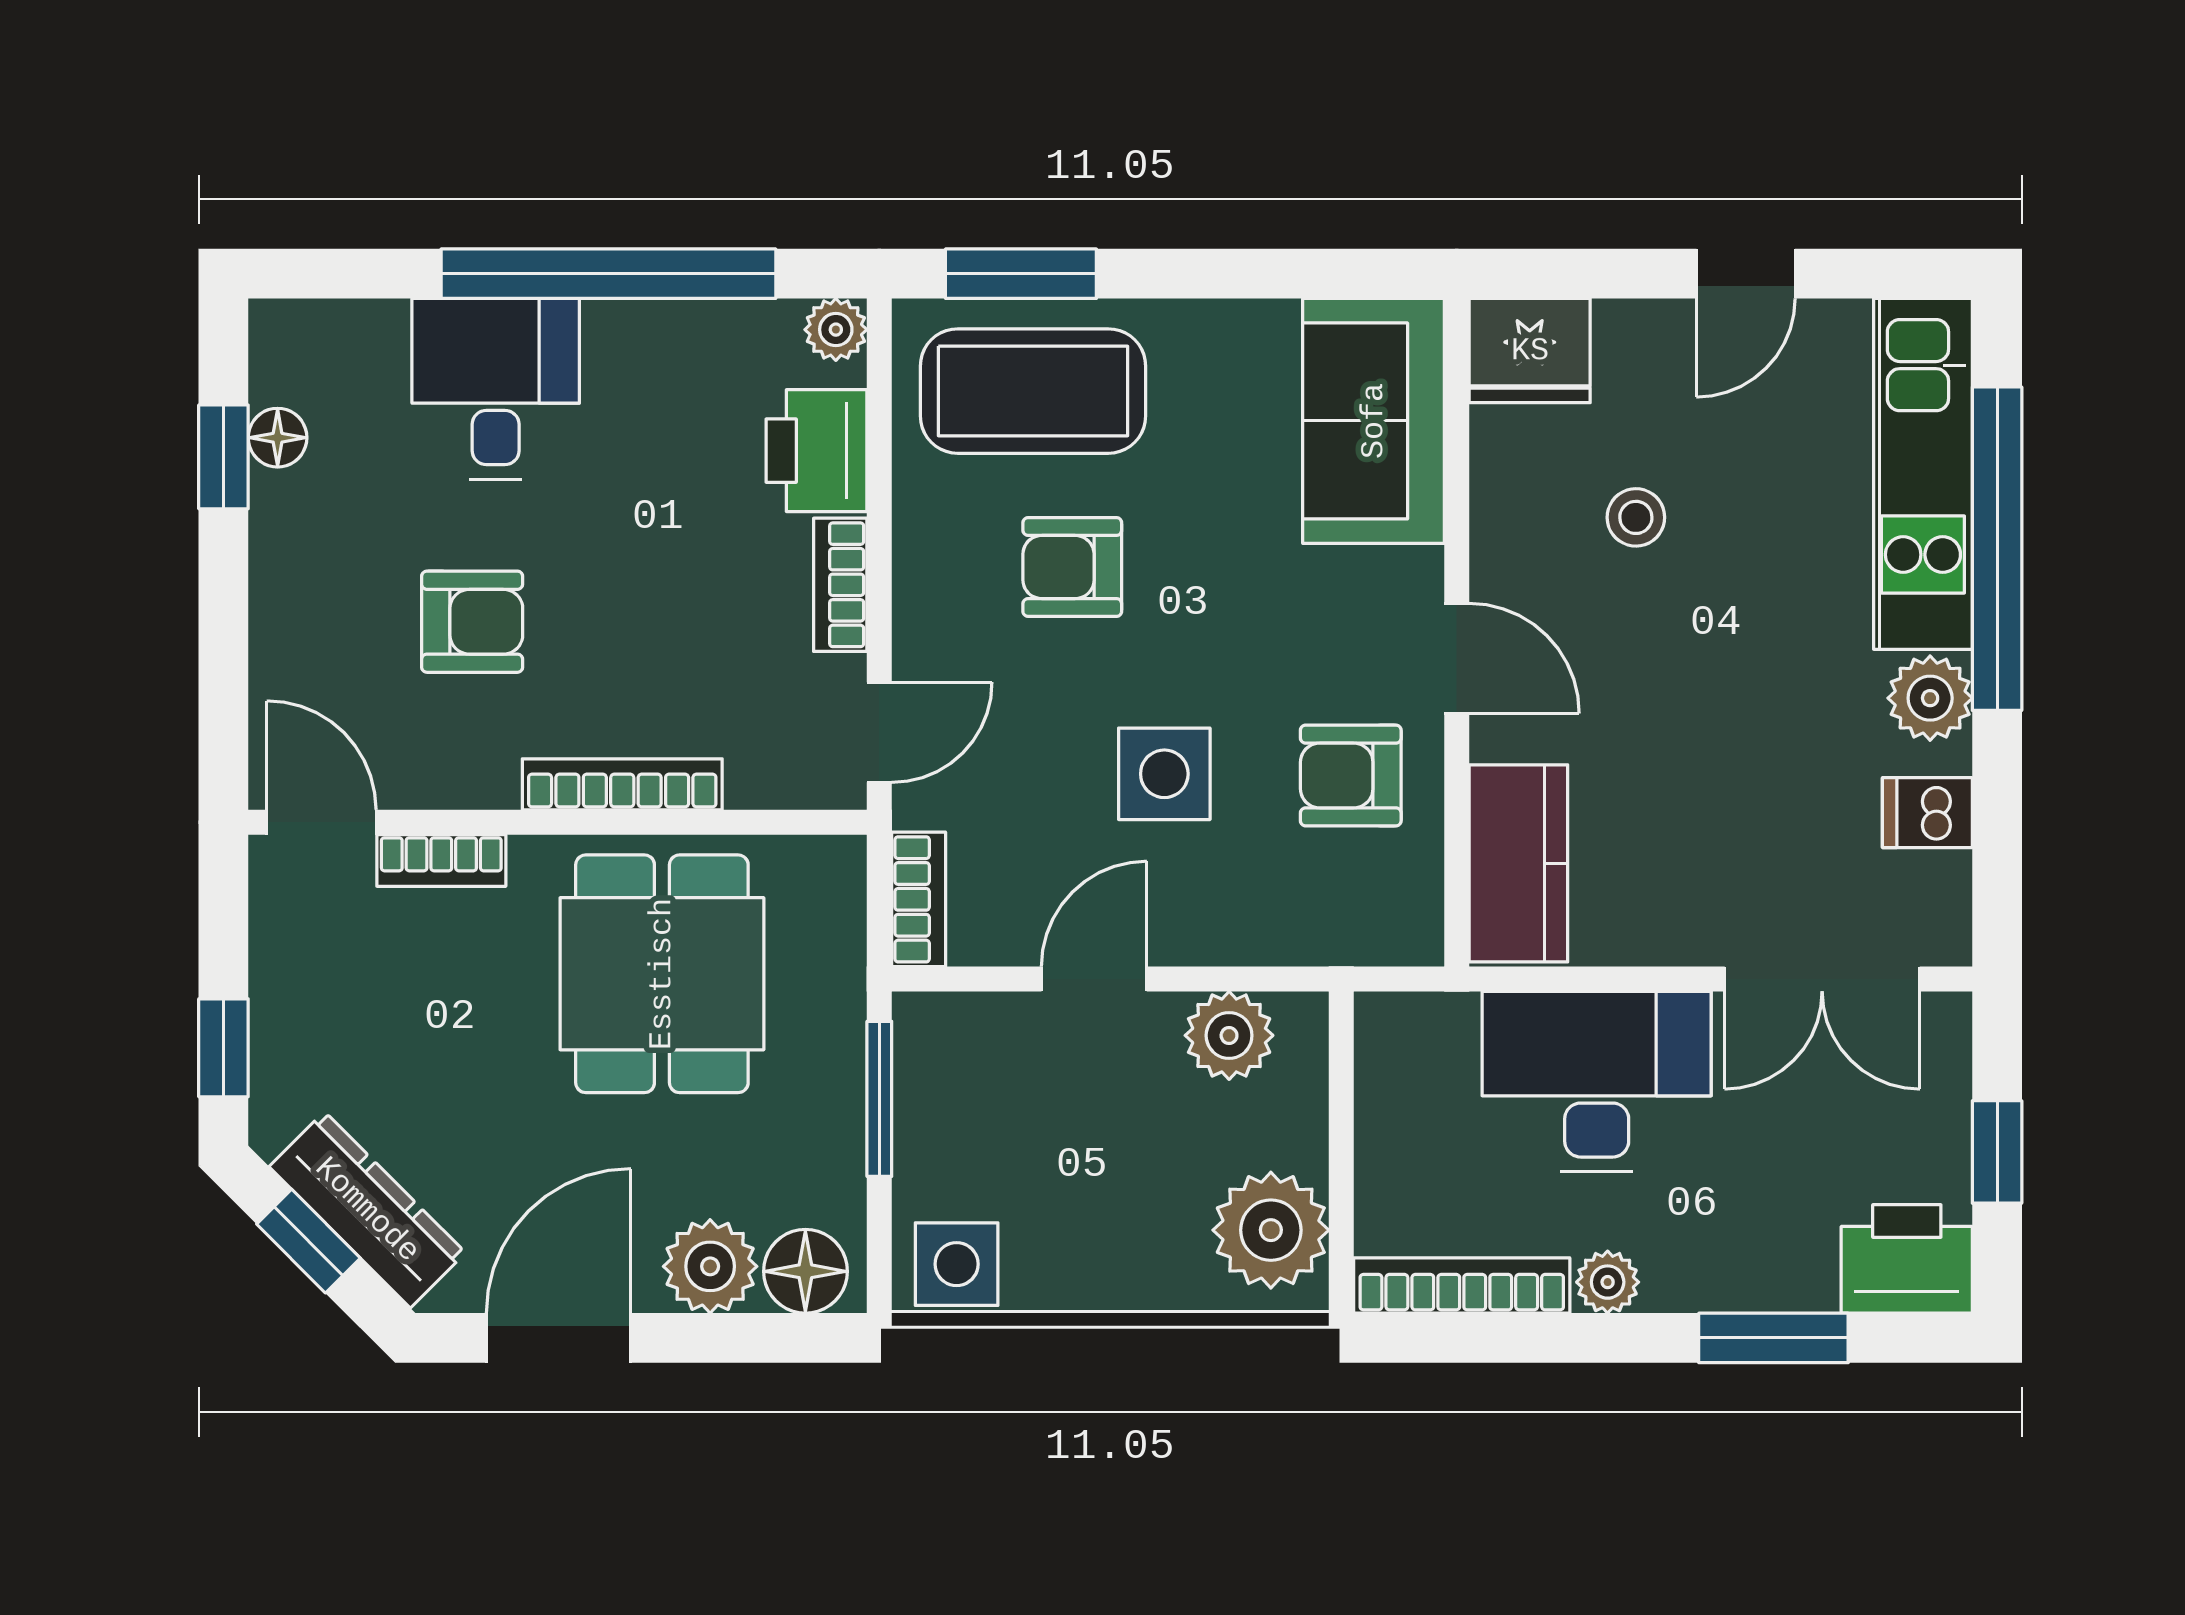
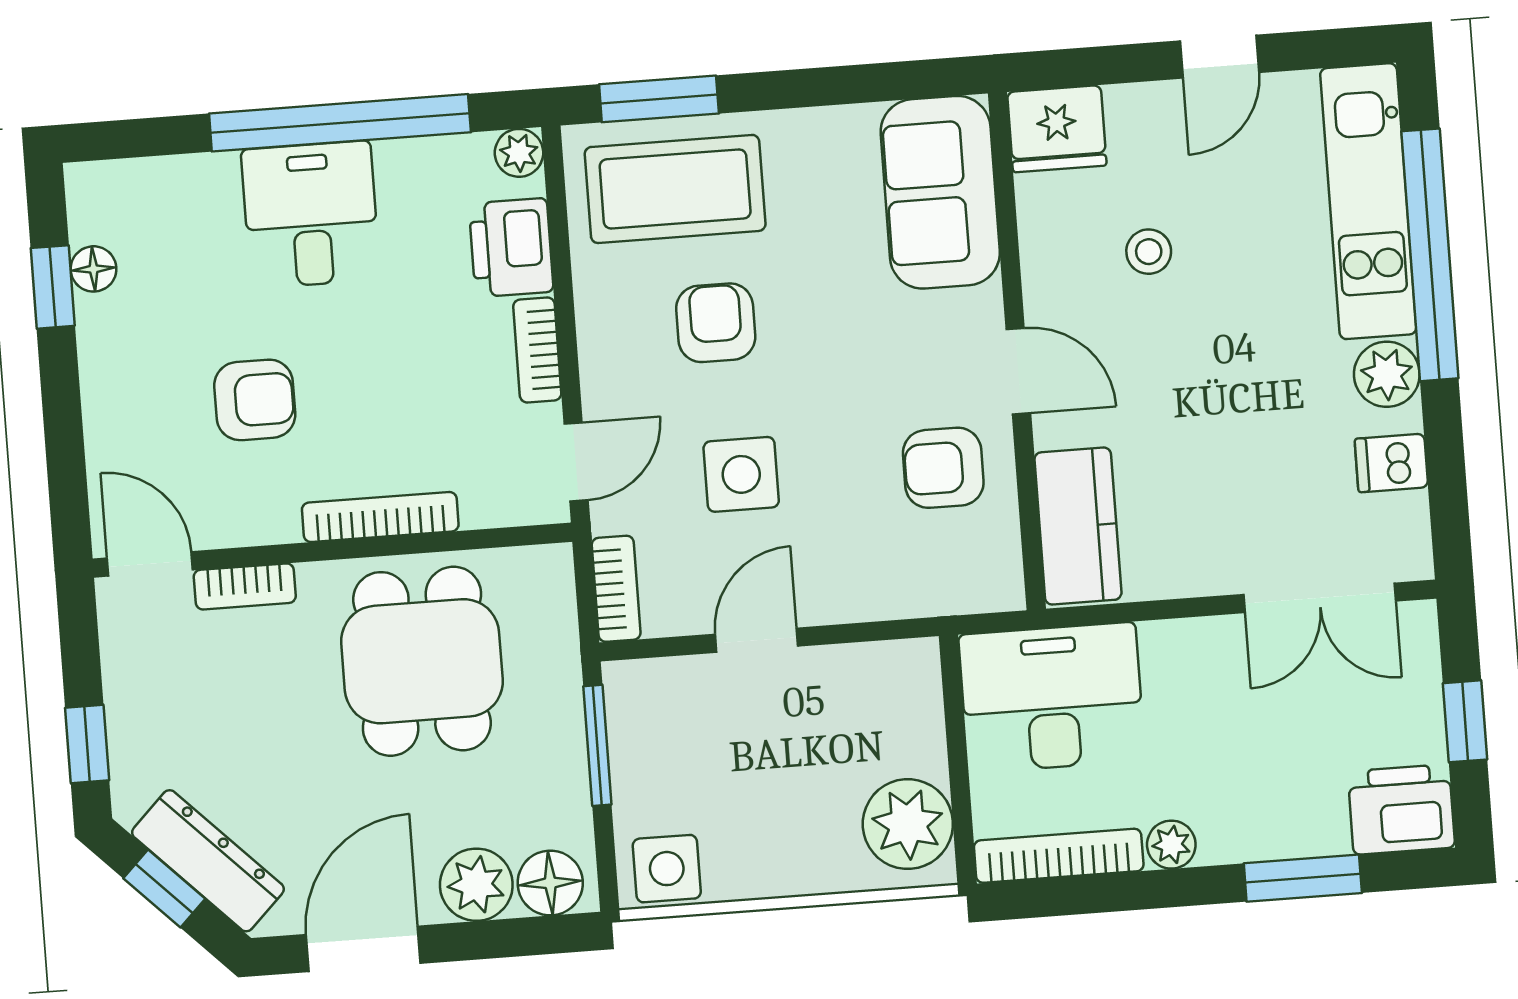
desk: (496, 389) -> (311, 215), moved
armchair: (1072, 567) -> (716, 323), turned 90
side table: (1164, 774) -> (741, 474), moved
plant: (1229, 1035) -> (864, 676), removed
desk: (1597, 1081) -> (1052, 698), moved

